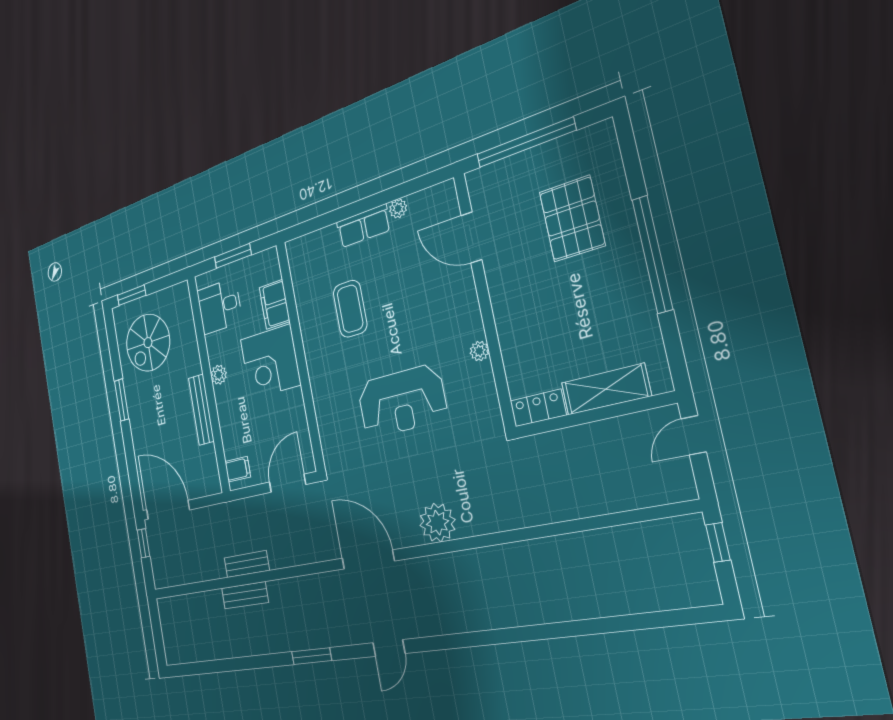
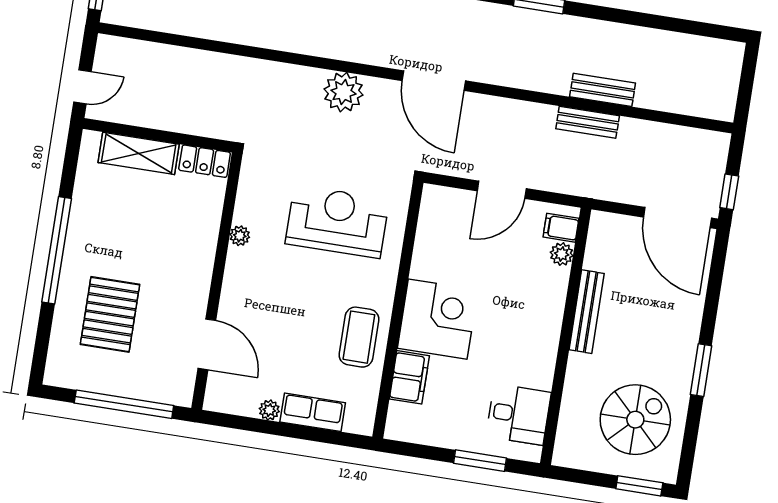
filing cabinet: (275, 304) -> (409, 377), moved
wall: (300, 355) -> (398, 310), moved
corner desk: (270, 362) -> (438, 319), moved
plant: (219, 375) -> (562, 254), moved

